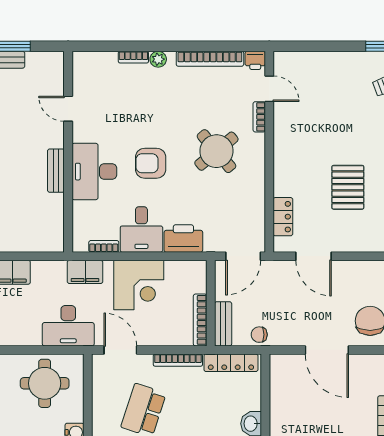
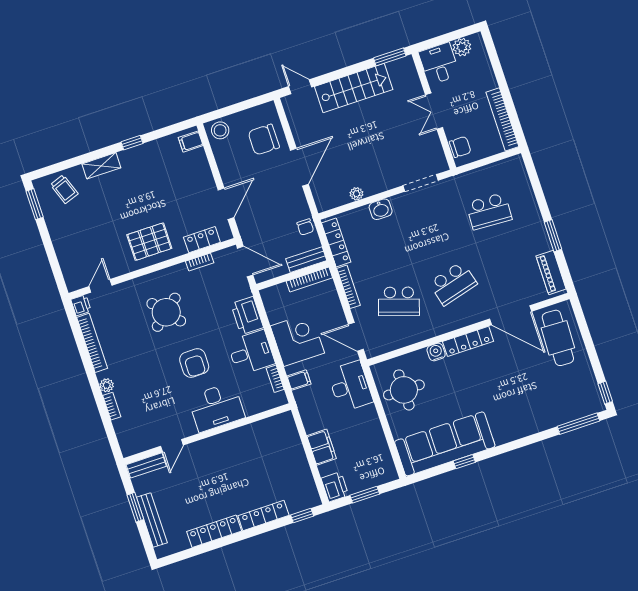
bookcase: (259, 117) -> (200, 262), moved
bench: (56, 171) -> (146, 465), moved
pallet: (348, 187) -> (149, 242), moved
filing cabinet: (85, 272) -> (299, 380), width x0.50
door: (120, 350) -> (356, 337), hinge flipped
plant: (277, 403) -> (356, 194), added

